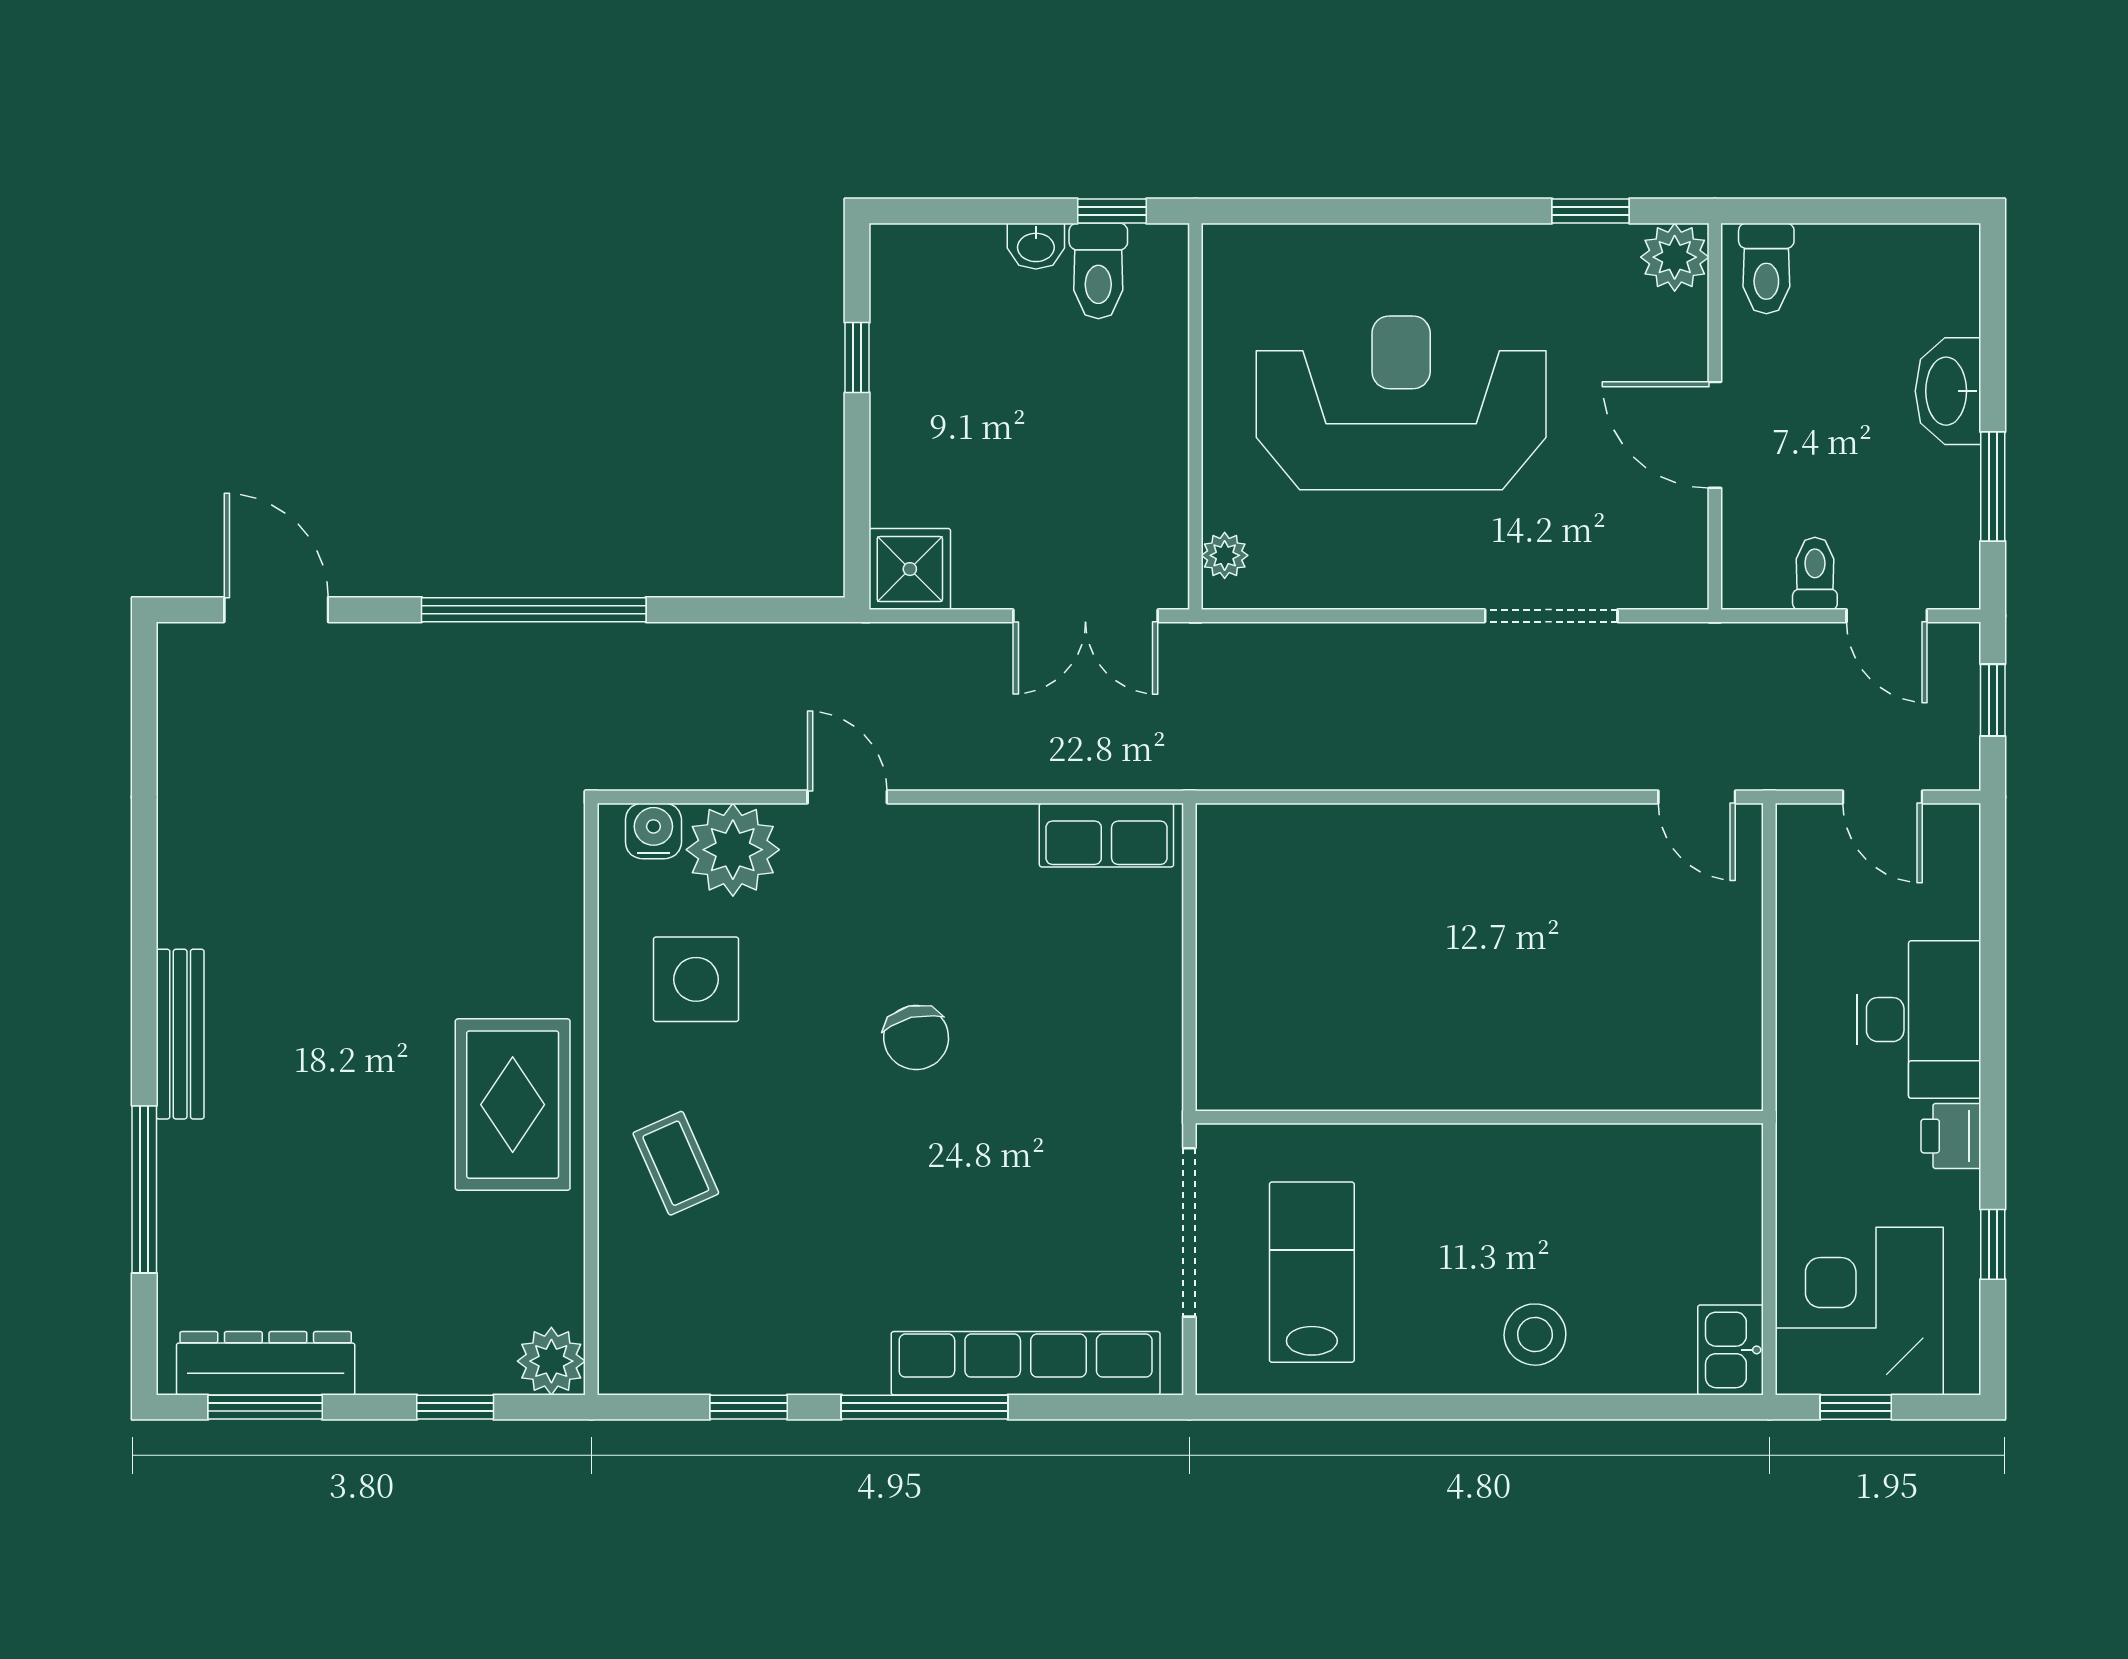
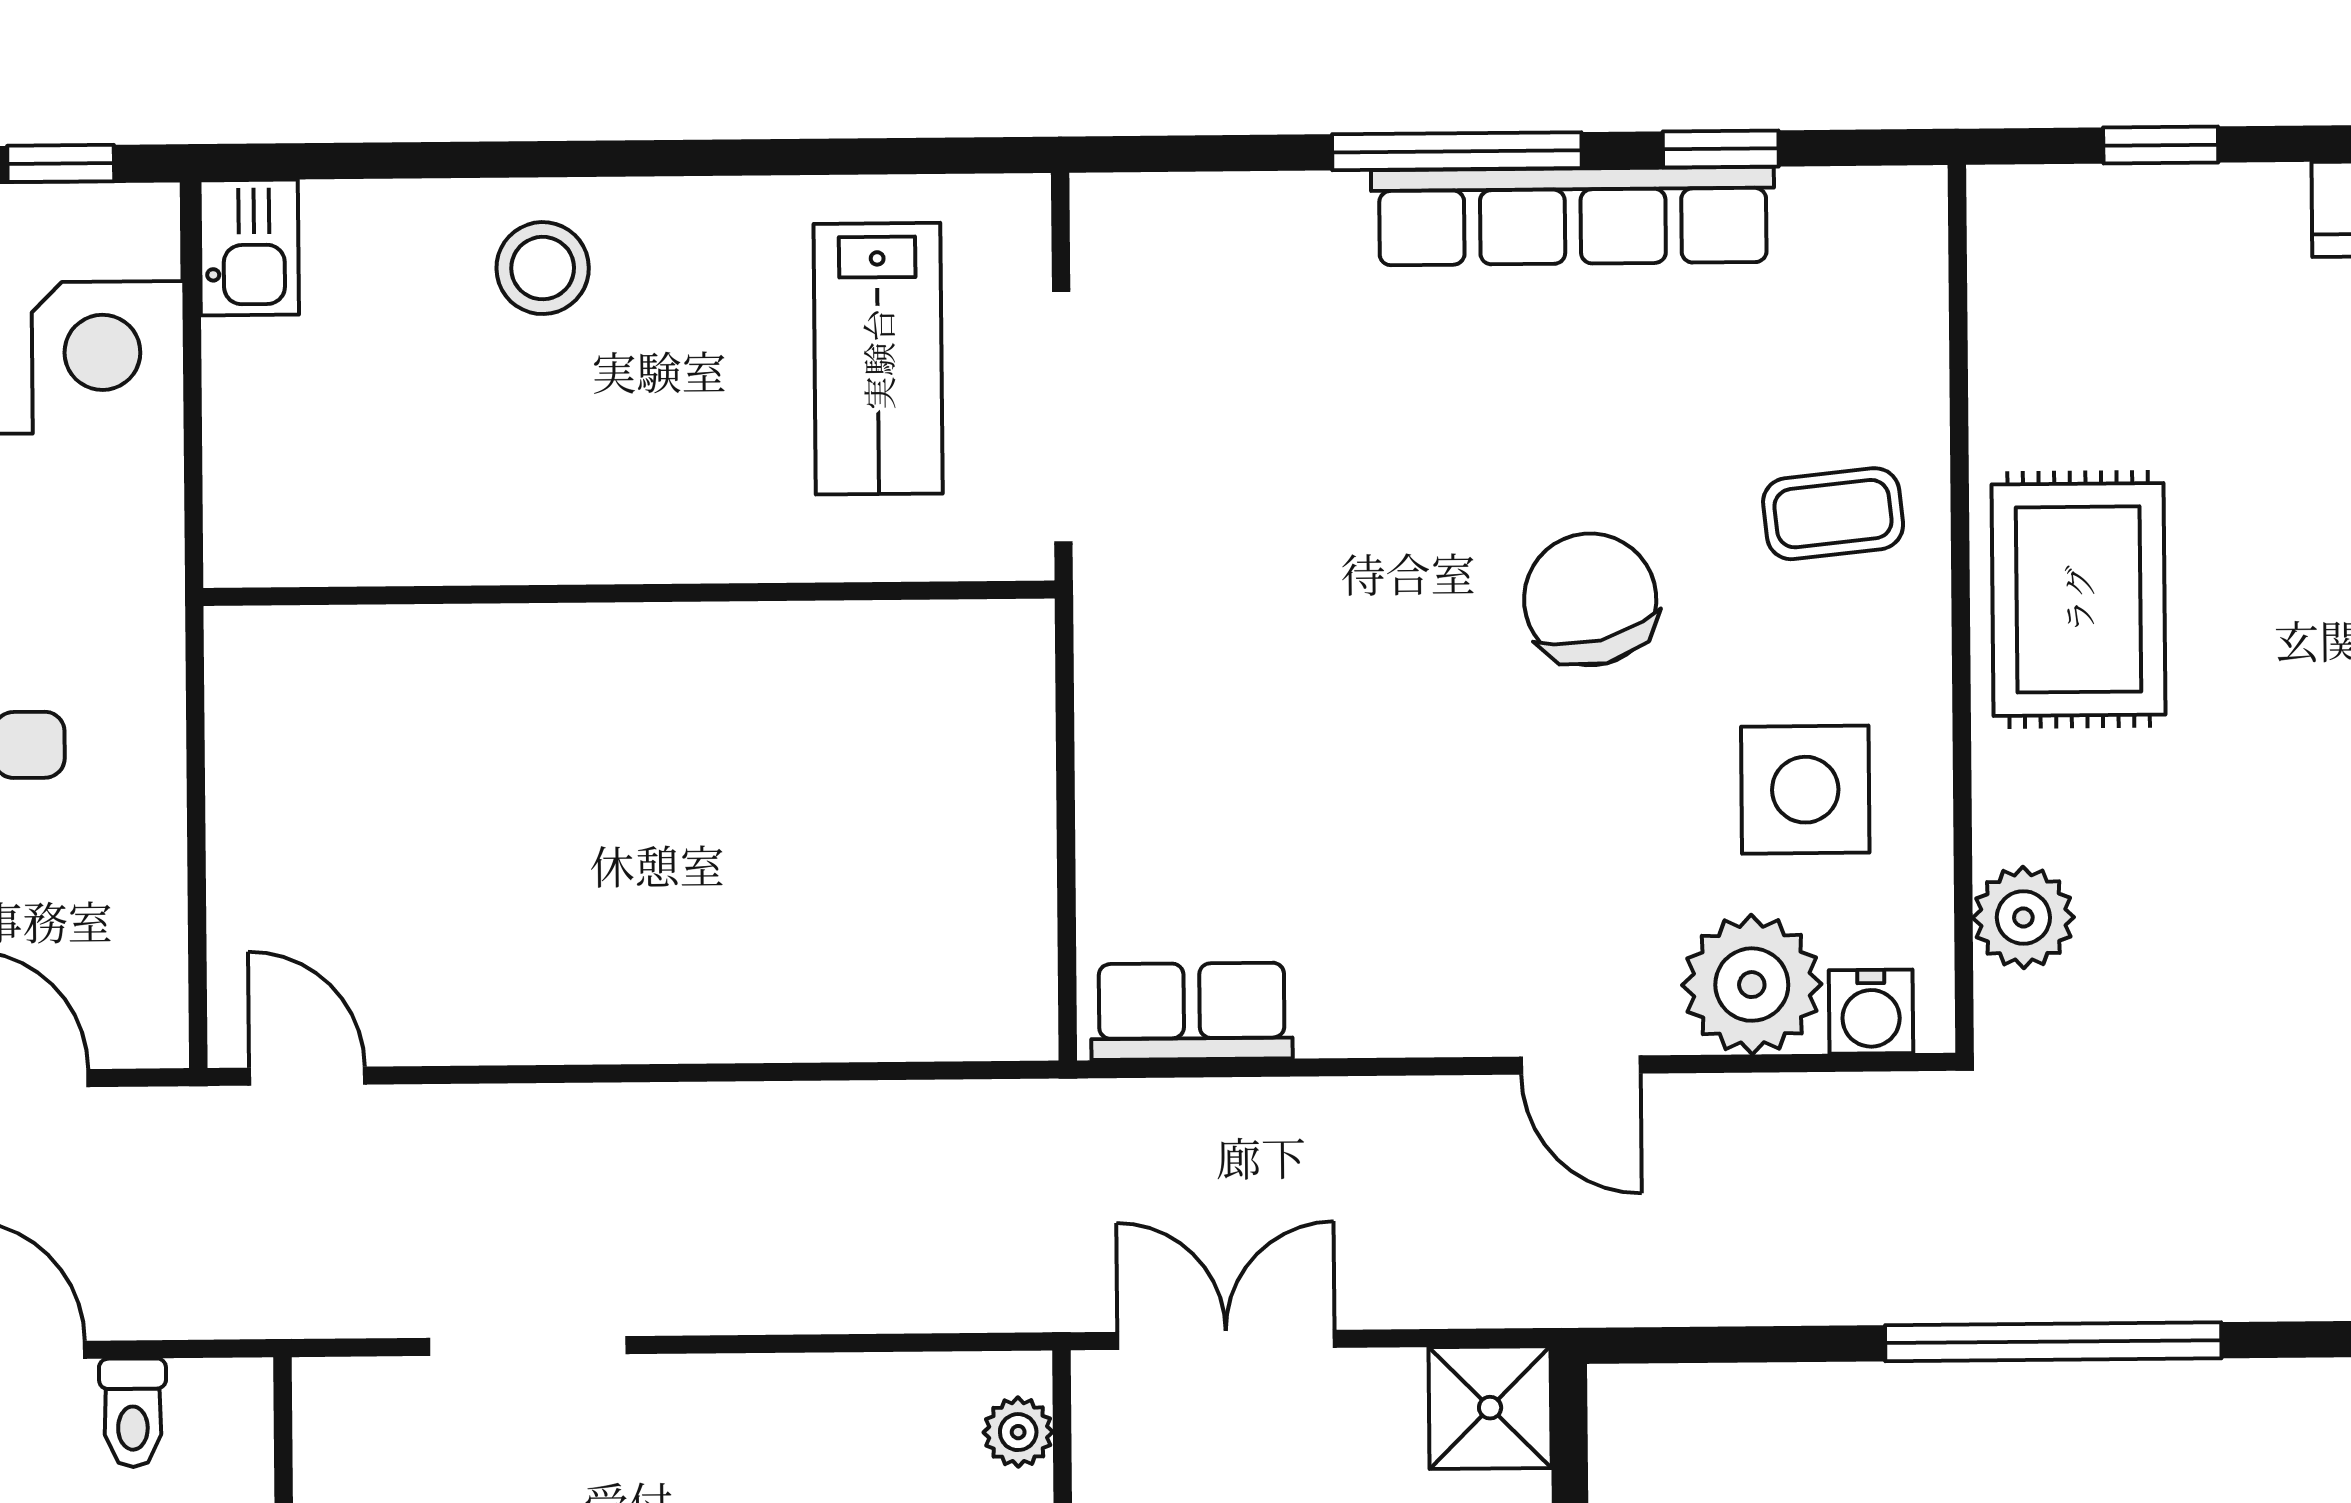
chair: (916, 1038) -> (1590, 599), moved, width x1.37, depth x1.37
coffee table: (676, 1163) -> (1833, 514), turned -72
plant: (551, 1361) -> (2023, 917), moved
row of seats: (1026, 1363) -> (1573, 216), moved

